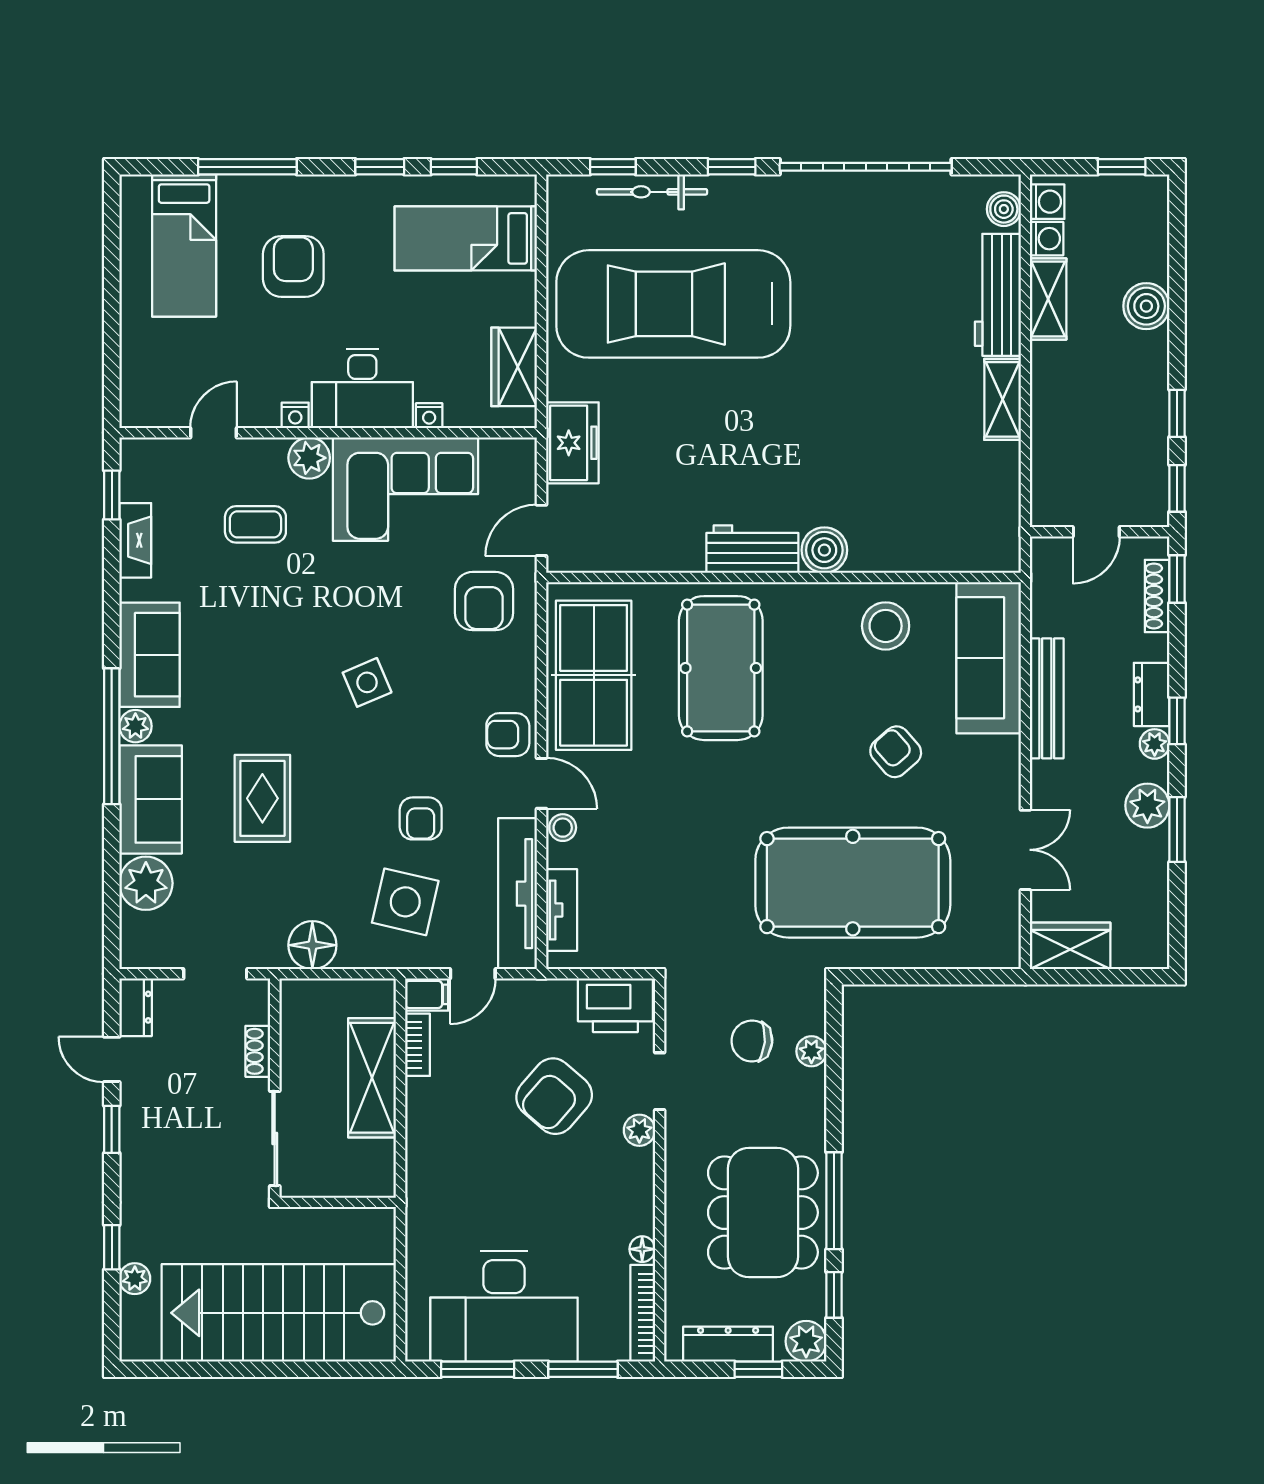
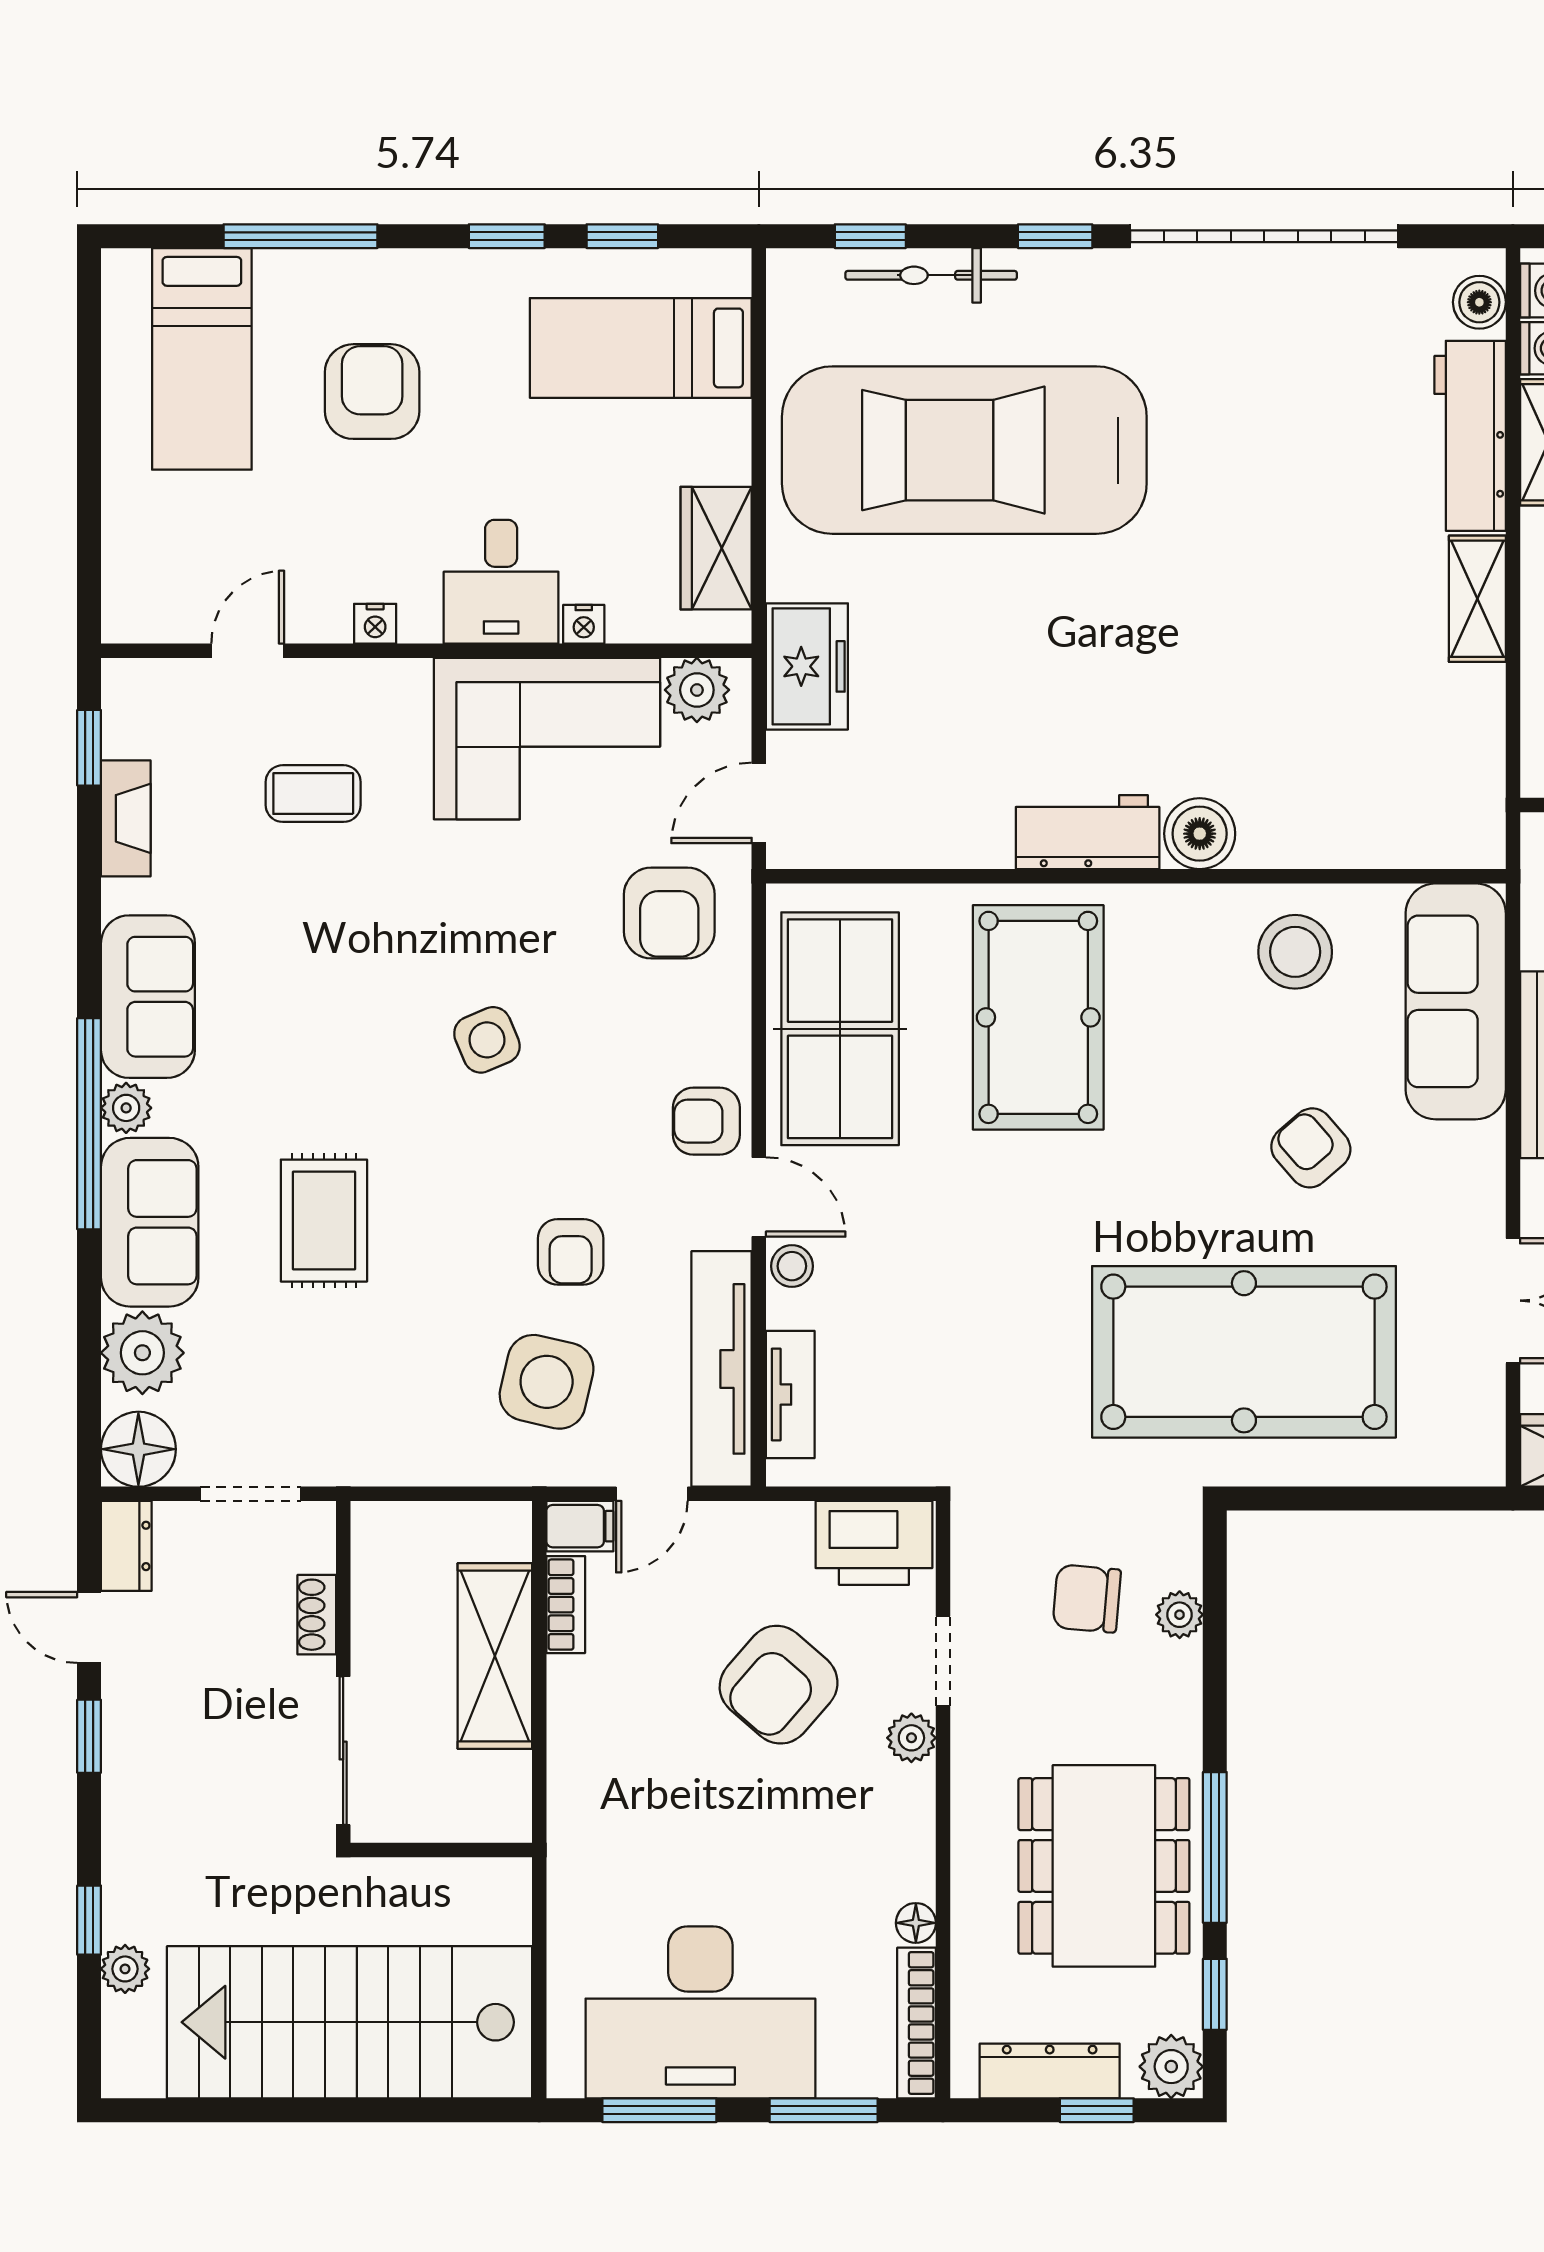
desk: (362, 388) -> (501, 582), width x0.73
plant: (309, 458) -> (697, 690), moved
floor lamp: (312, 945) -> (138, 1449), moved

